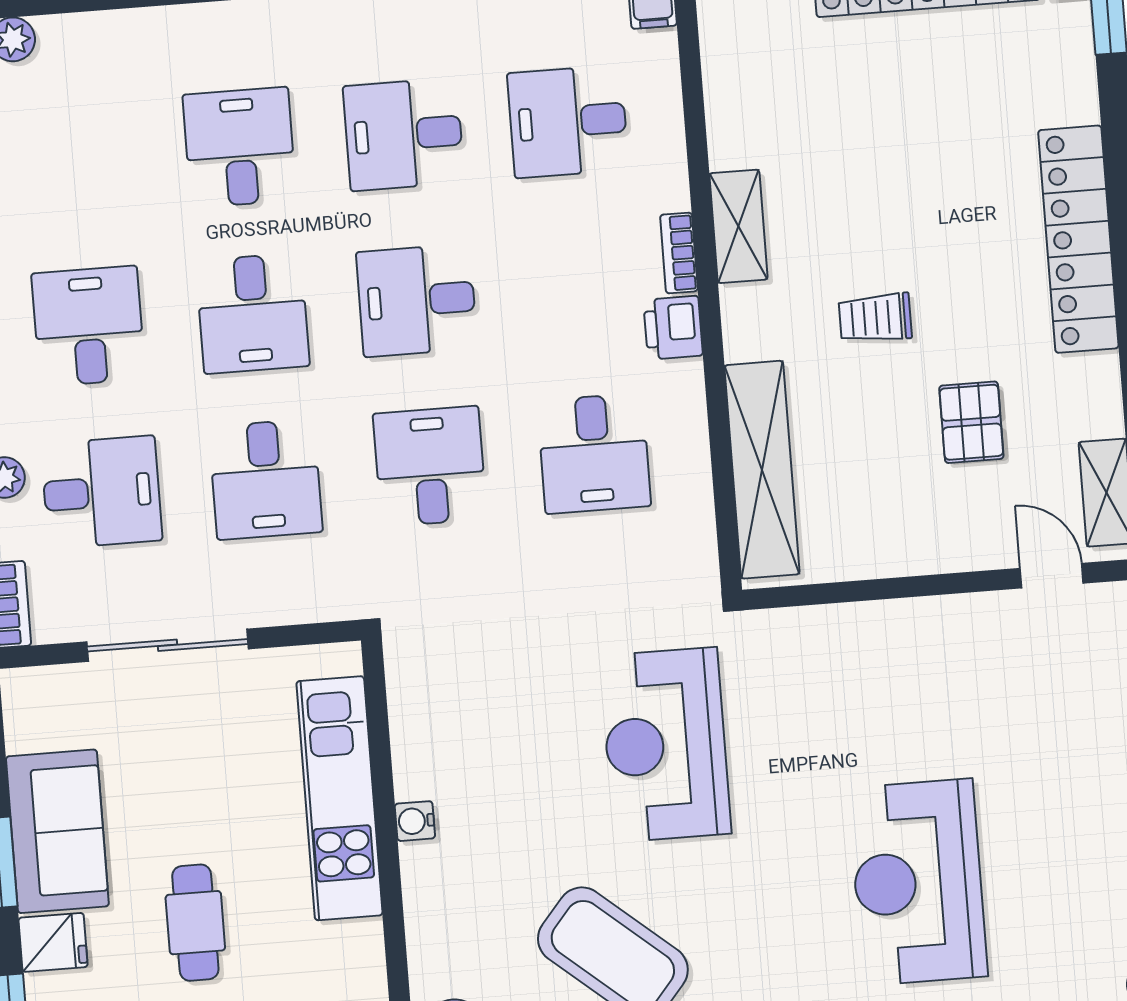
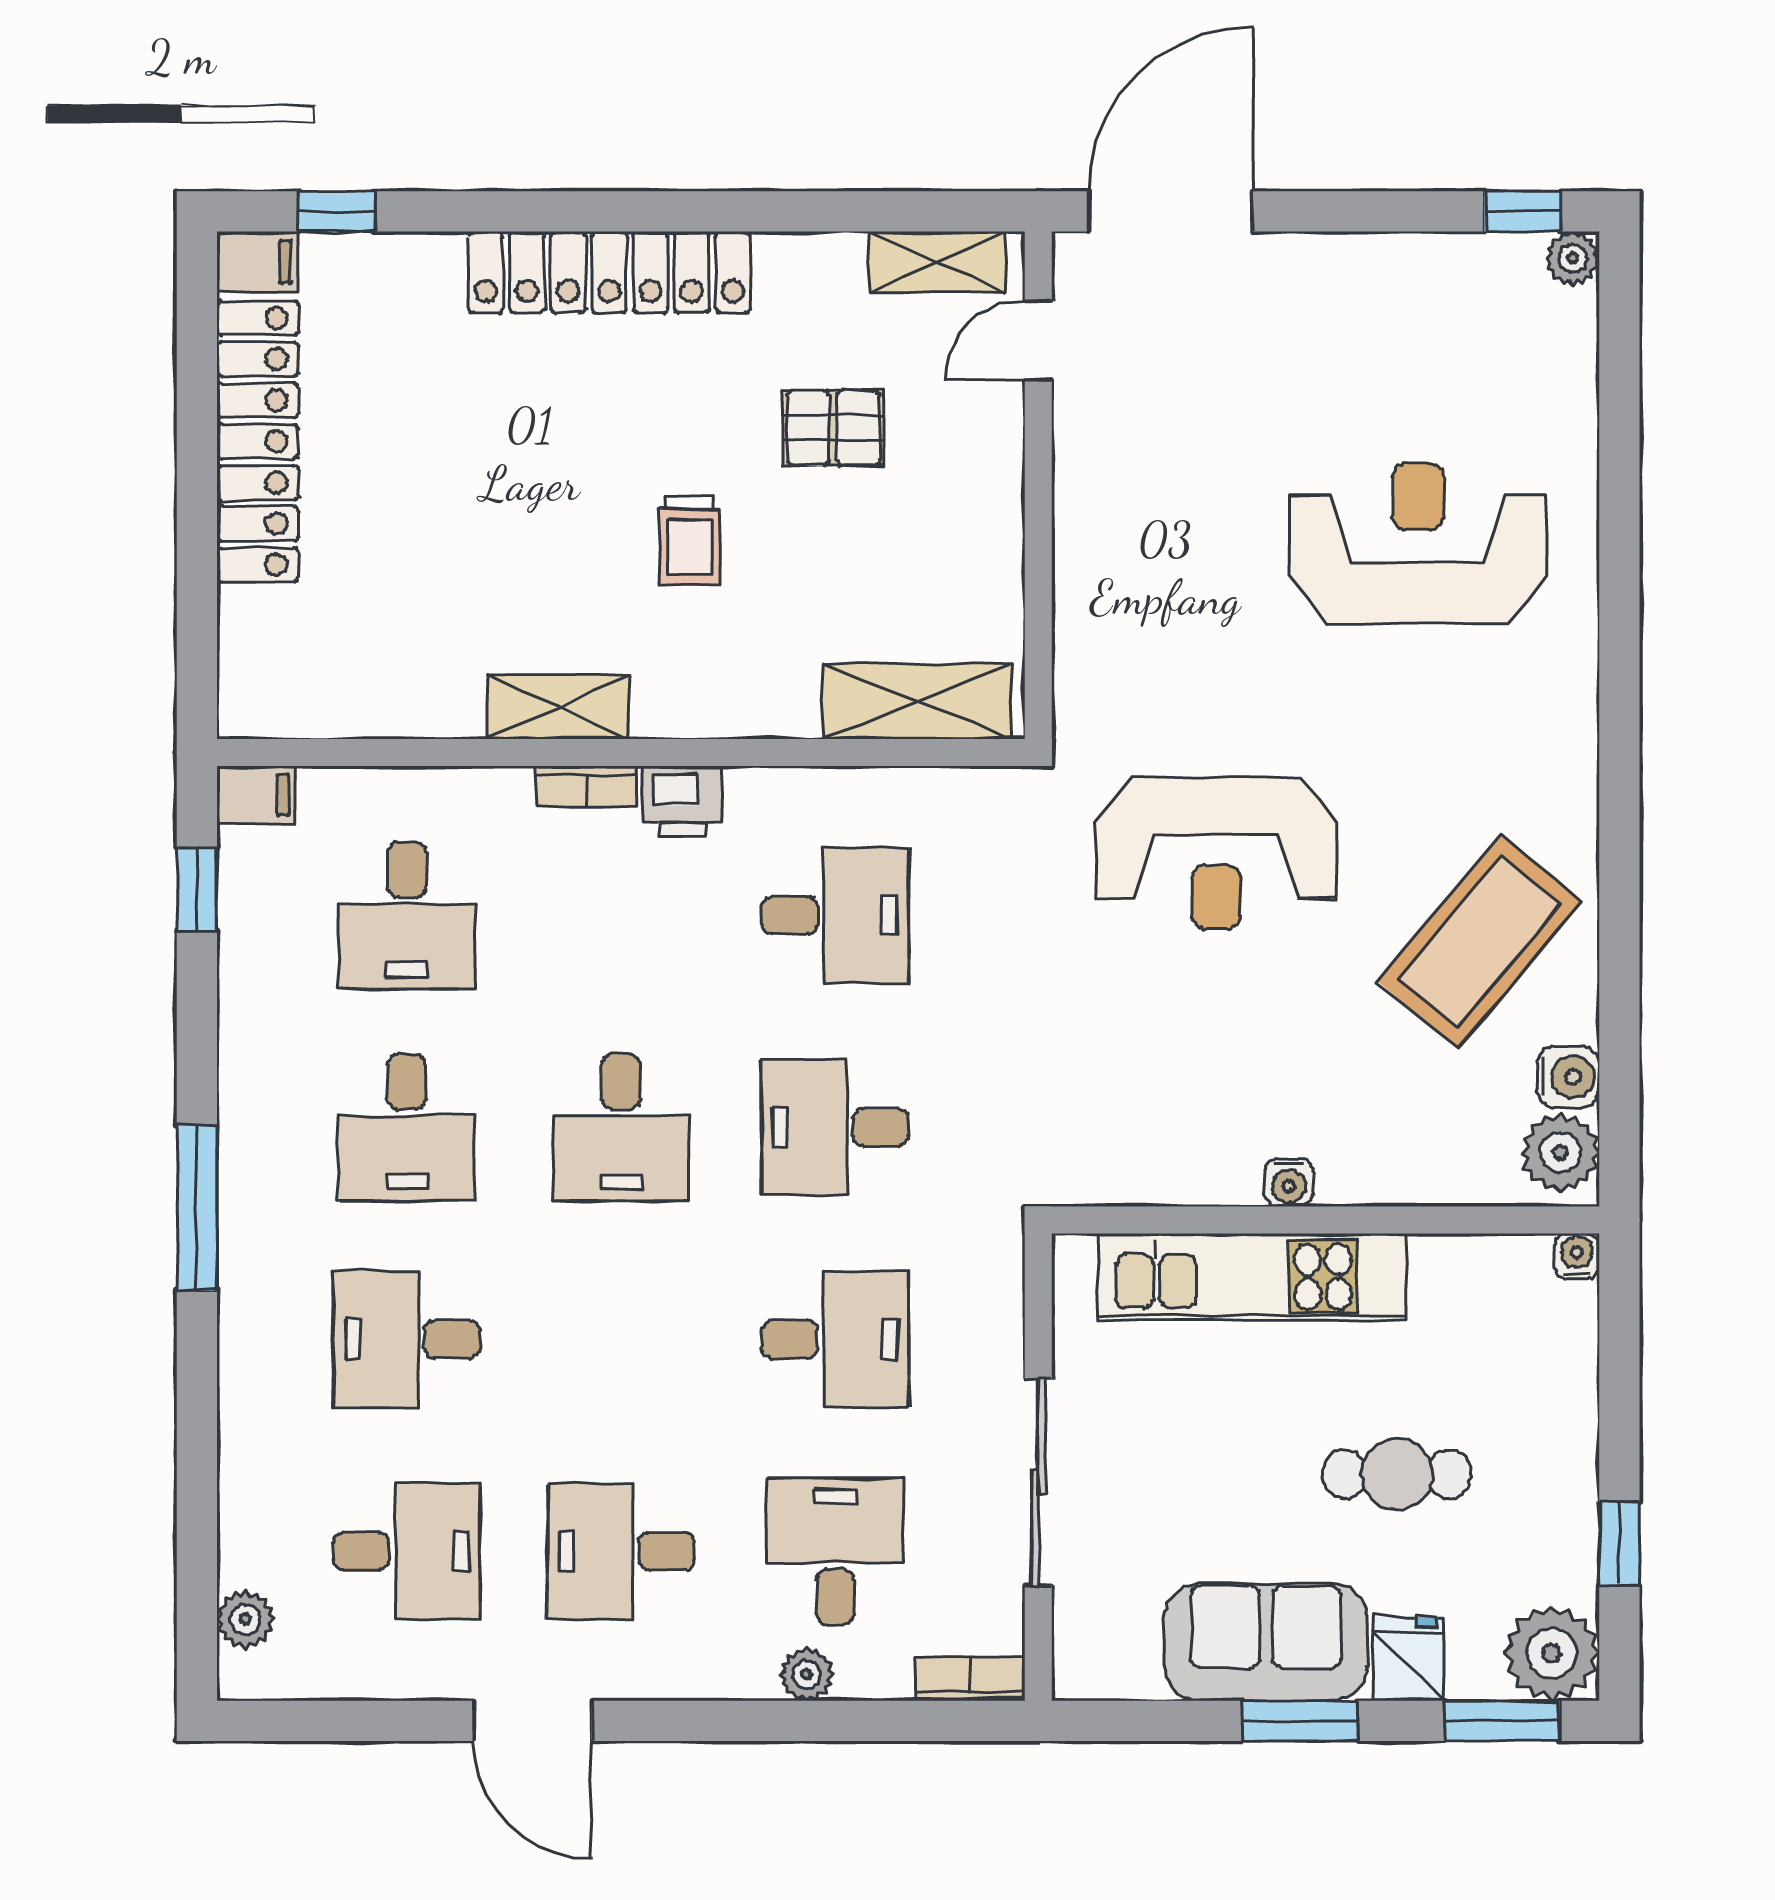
desk: (253, 313) -> (407, 1551), moved
shelving: (762, 470) -> (917, 701), width x0.68
reception desk: (918, 882) -> (1418, 543), turned 180

